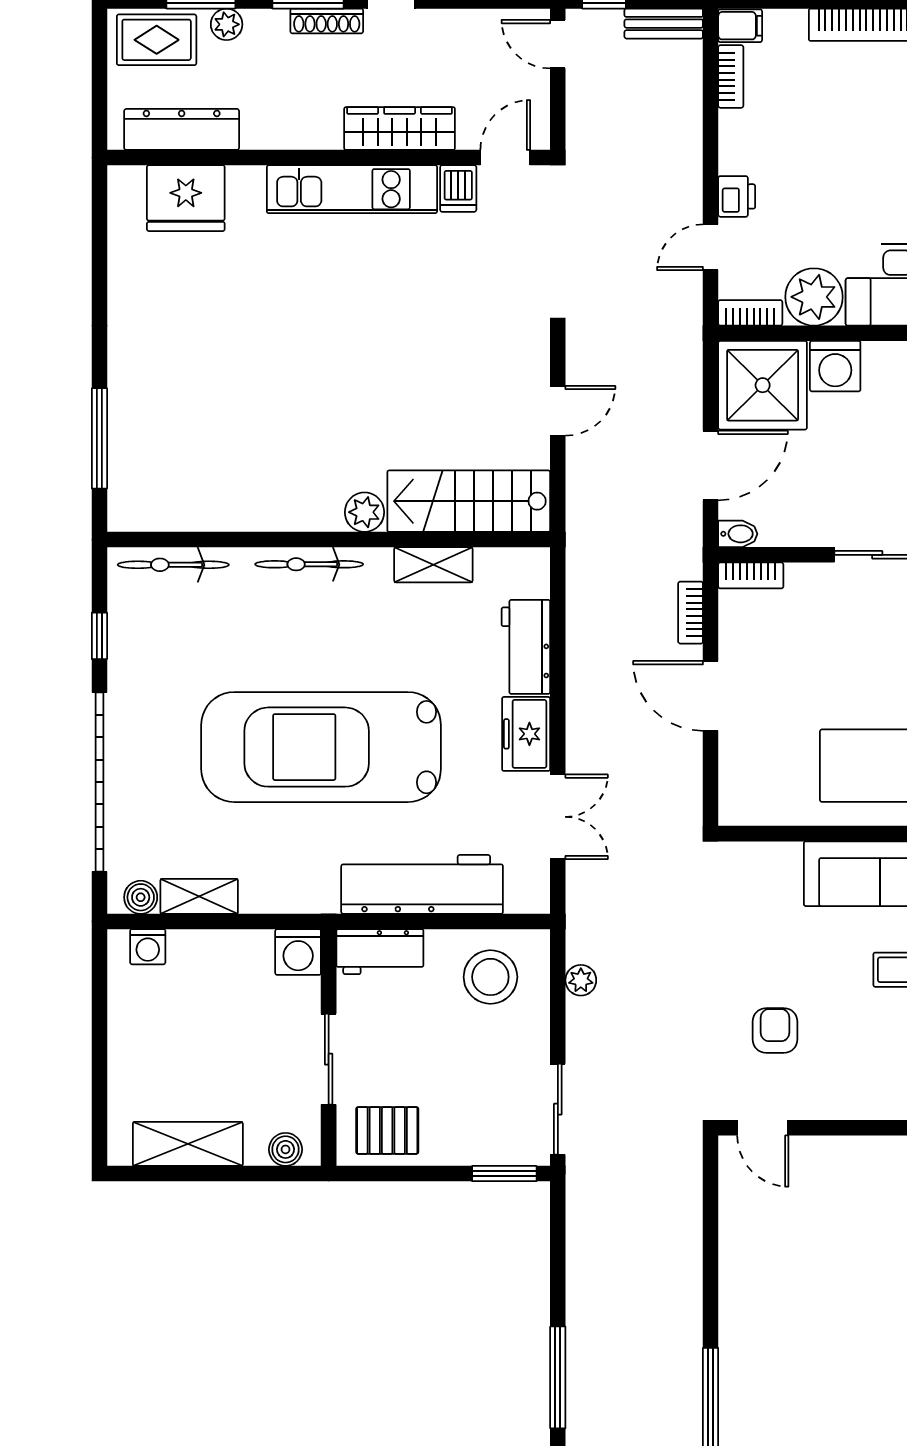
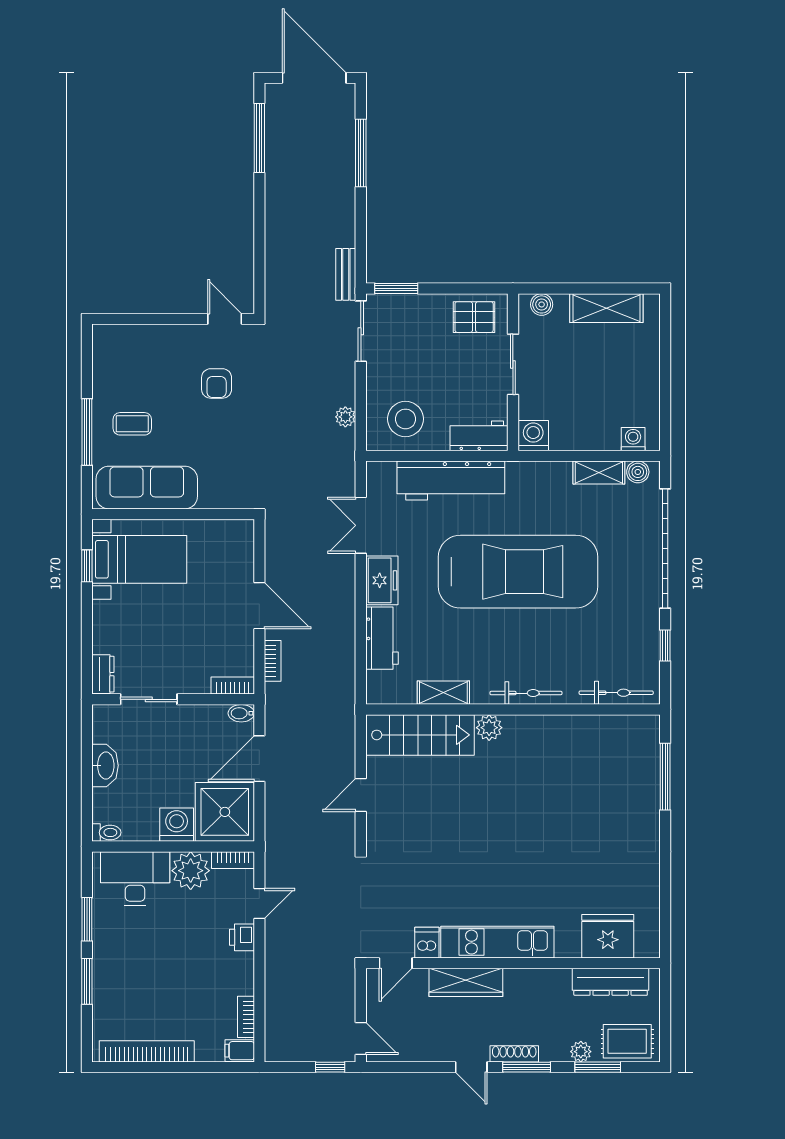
bench: (664, 24) -> (346, 274), moved, turned 90

